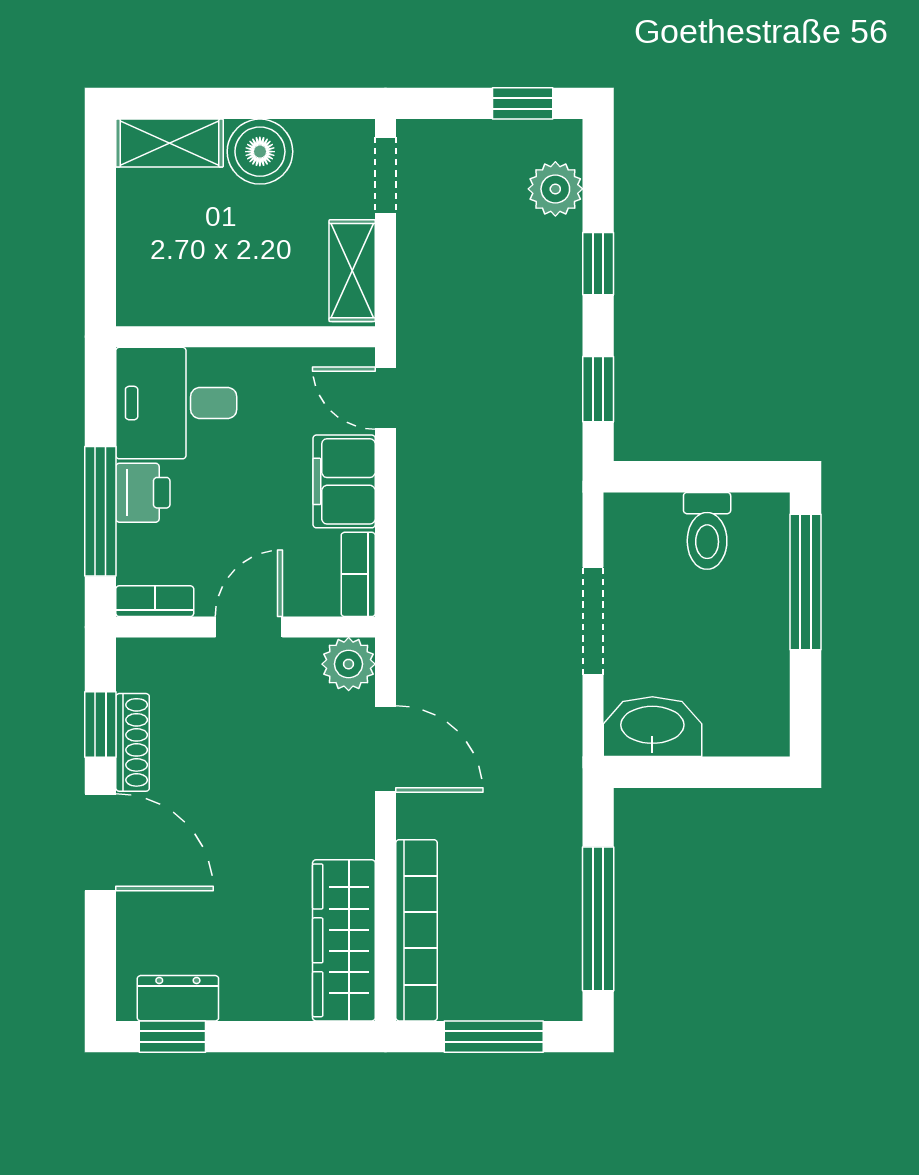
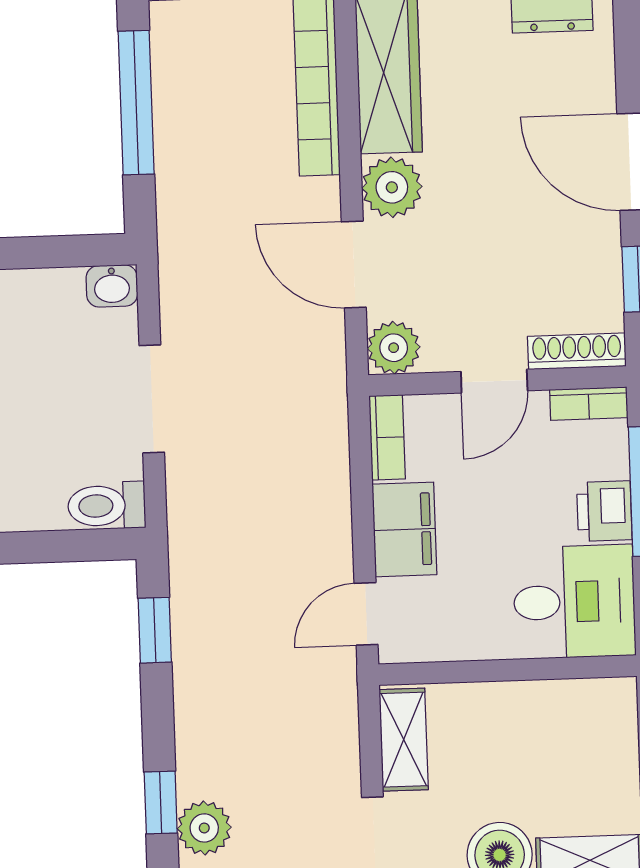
window: (598, 264) -> (161, 802), moved
door: (386, 398) -> (366, 614), swing flipped
toilet: (707, 531) -> (107, 506), moved, turned -90
washbasin: (652, 727) -> (112, 286), width x0.52, depth x0.69
shoe rack: (133, 742) -> (577, 351), moved, turned 90
plant: (345, 825) -> (392, 187), added

